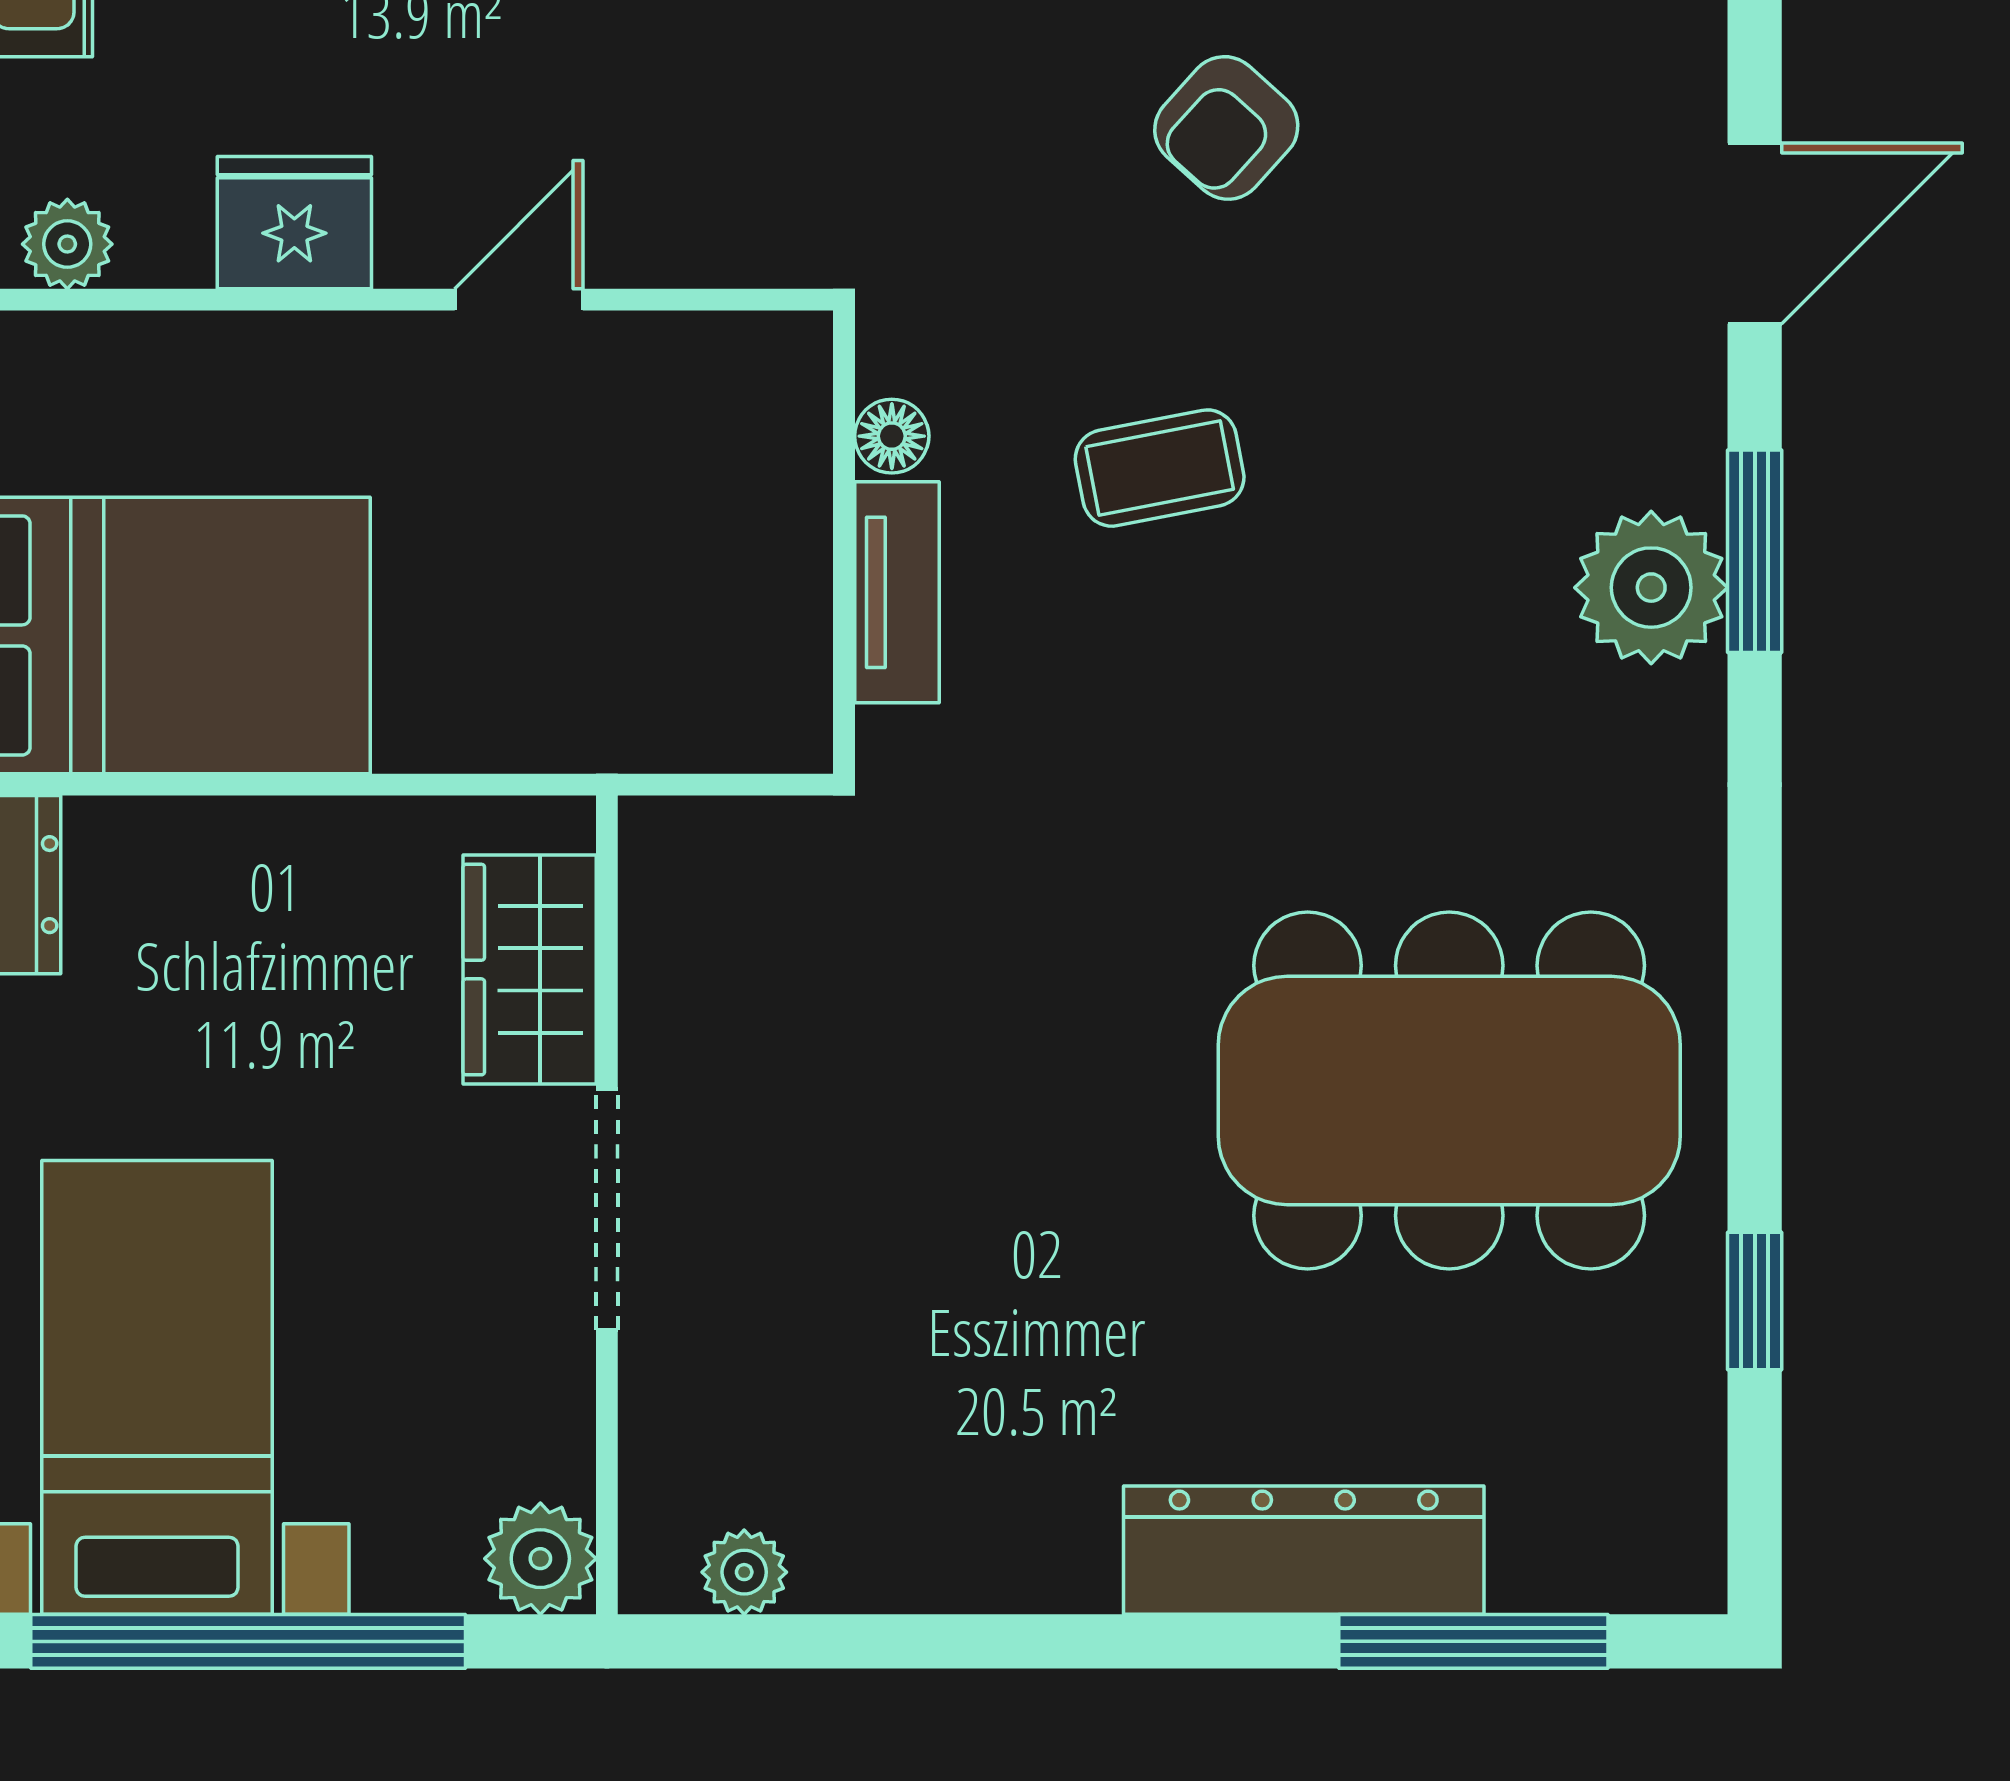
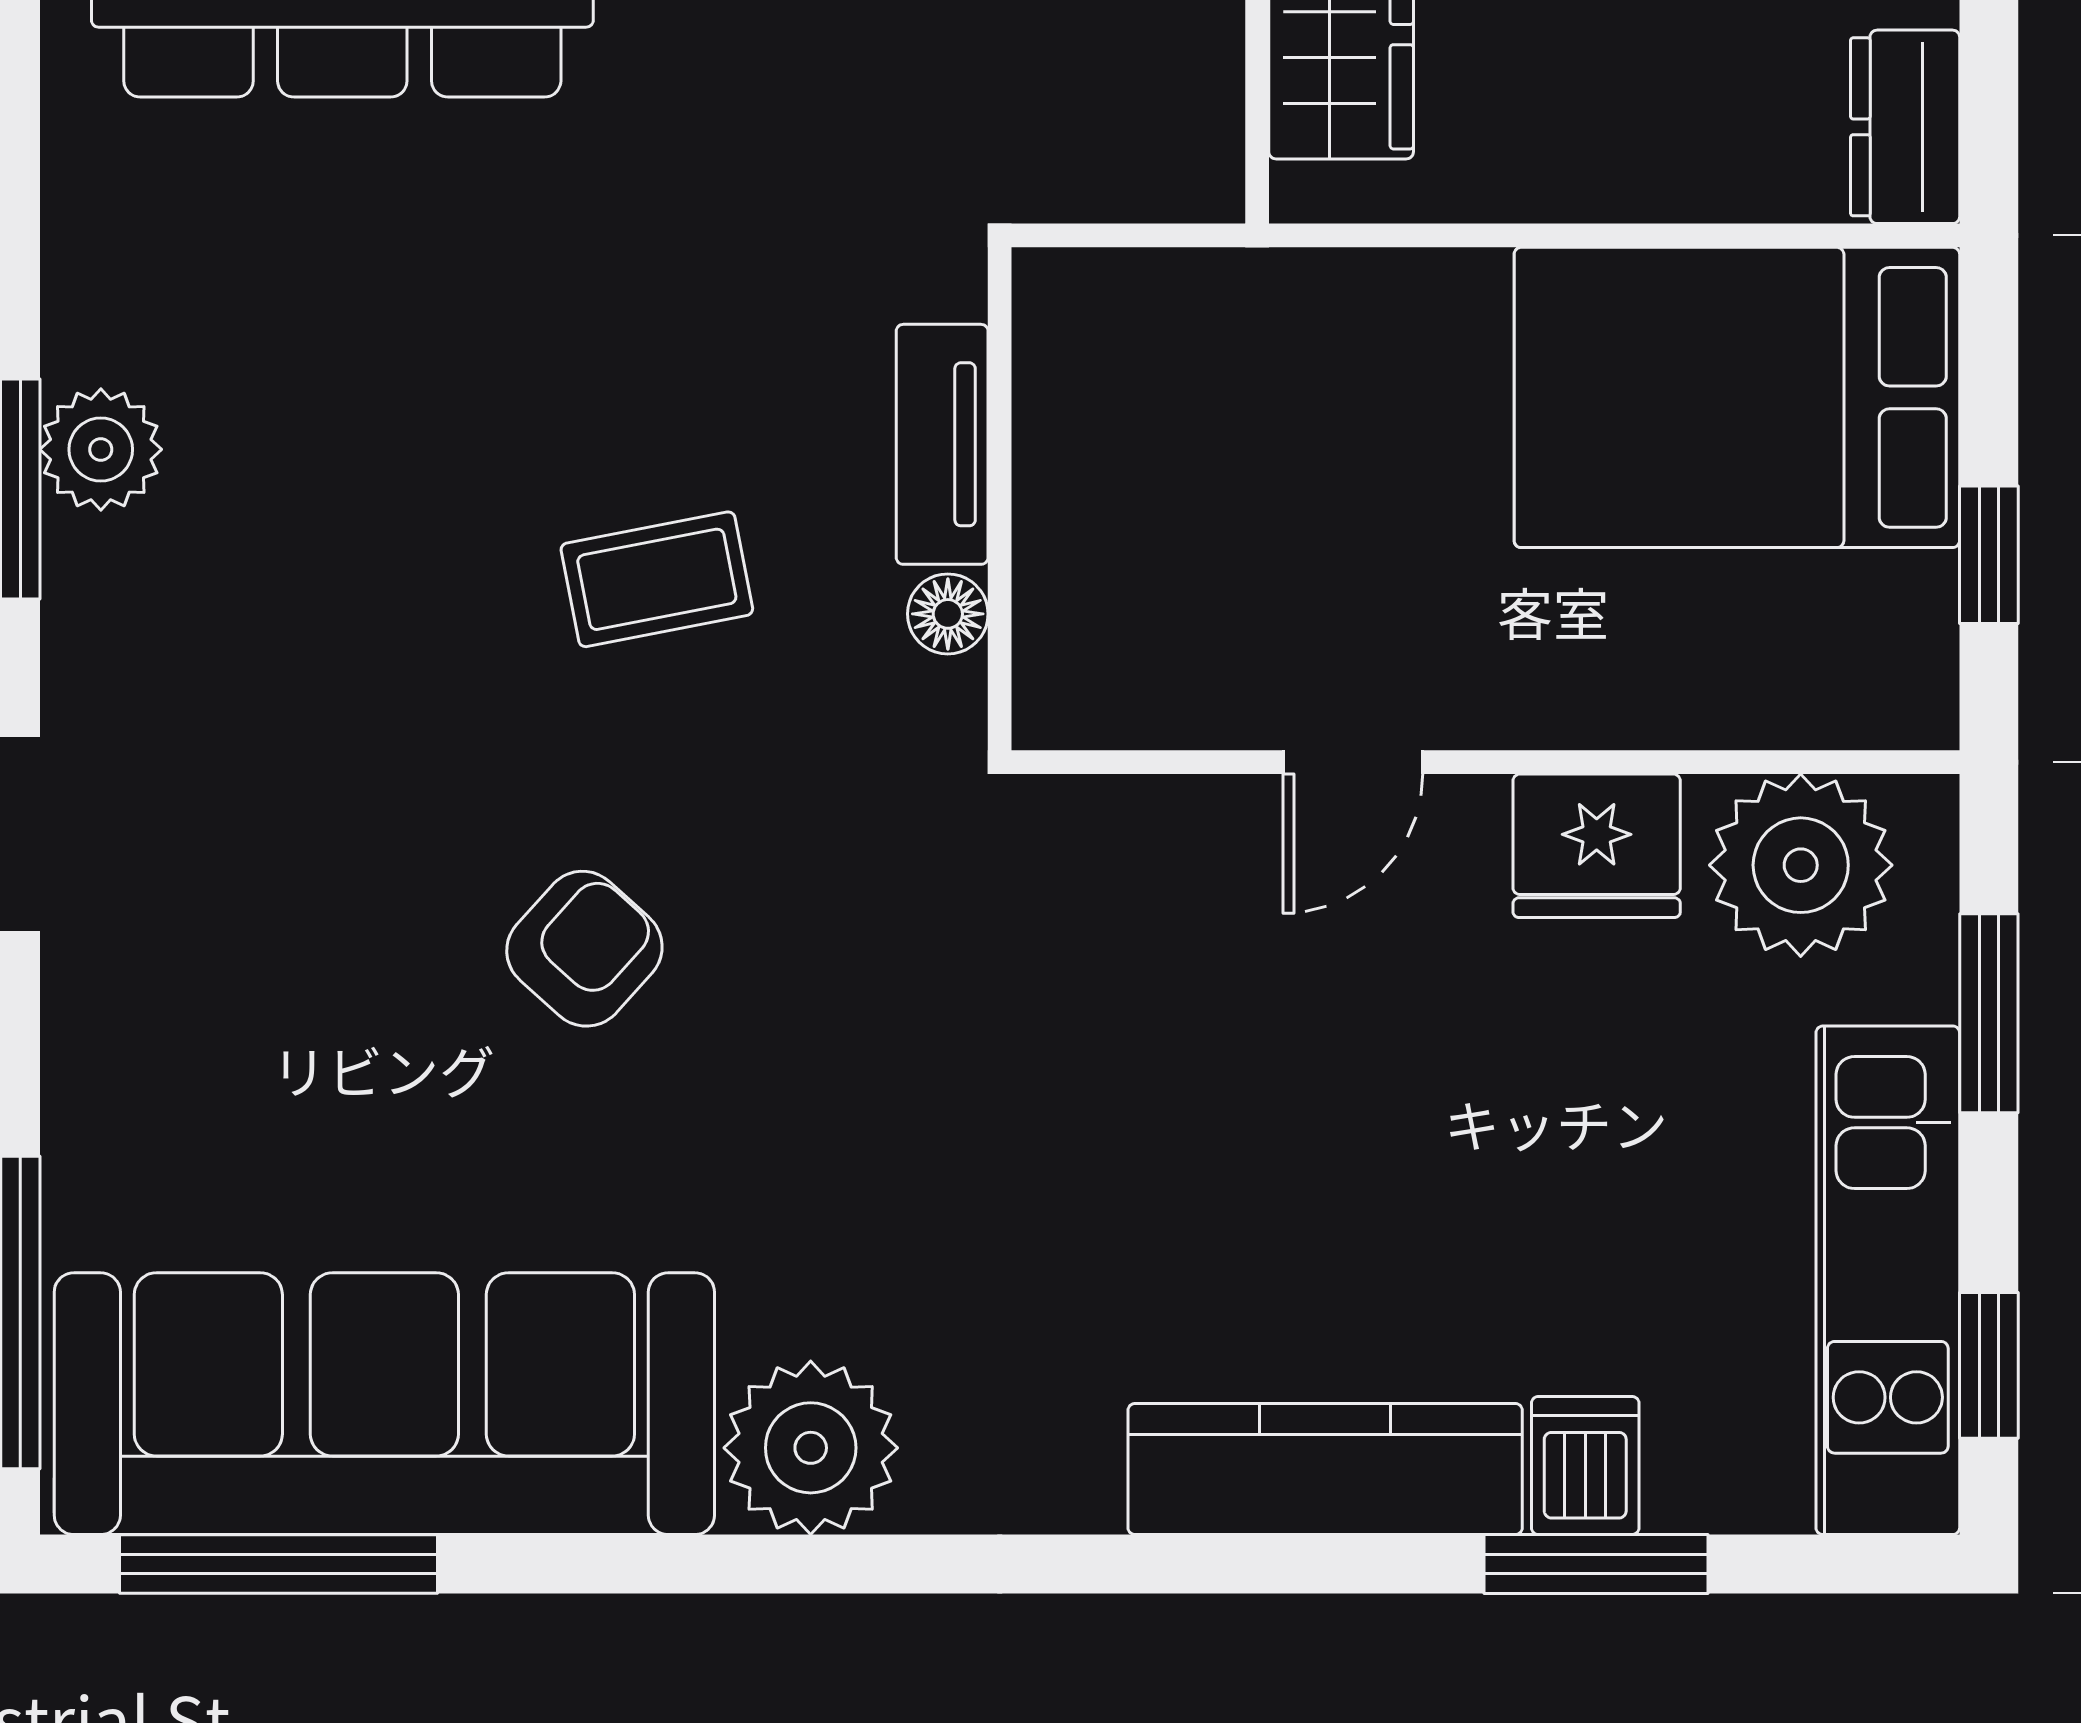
plant: (67, 244) -> (1801, 865), width x1.87, depth x1.87
plant: (1651, 588) -> (101, 449), width x0.73, depth x0.73

